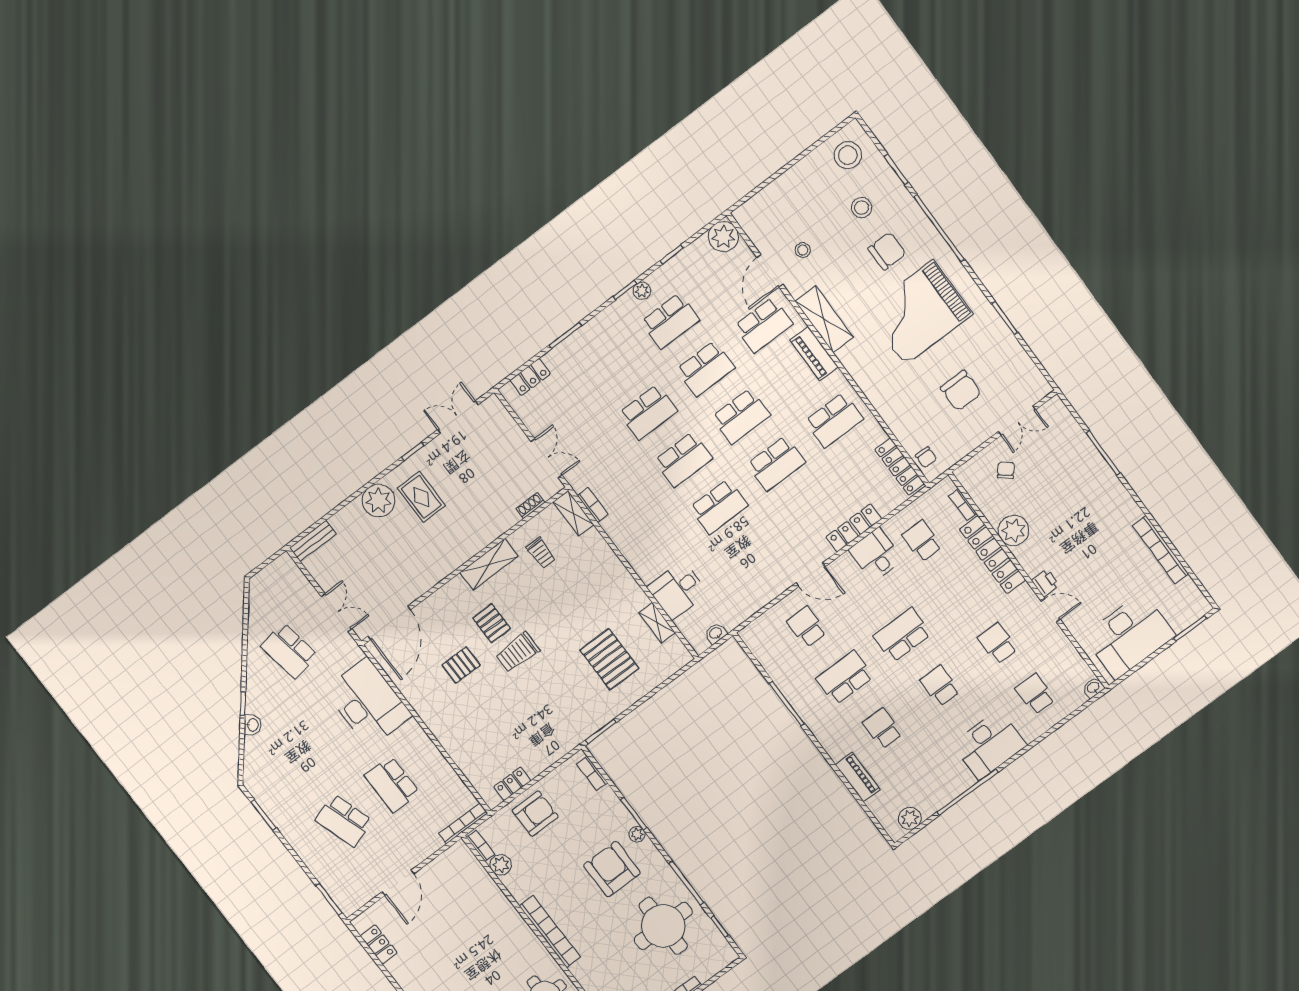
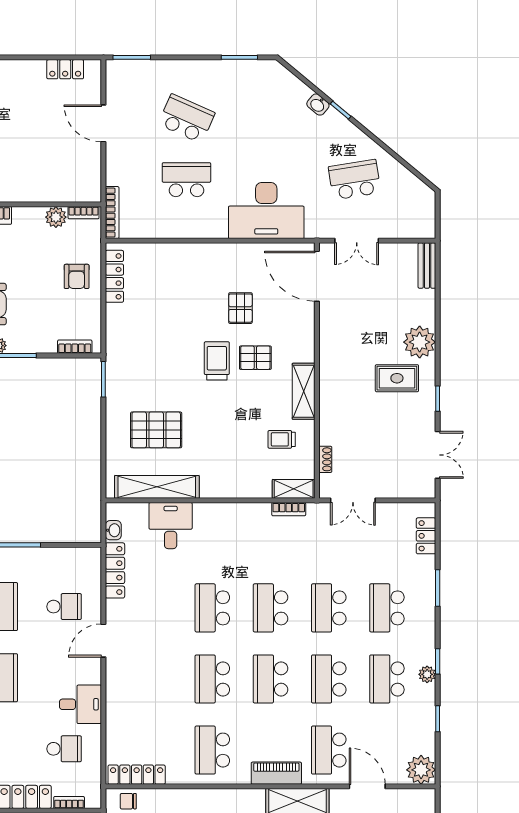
school desk: (613, 365) -> (387, 608), added
locker: (854, 528) -> (115, 570), moved
shelving: (657, 623) -> (157, 487), width x2.20, depth x1.33
locker: (512, 784) -> (114, 276), width x1.53
armchair: (535, 814) -> (77, 276), width x0.72, depth x0.72
school desk: (344, 820) -> (186, 119), turned 42

